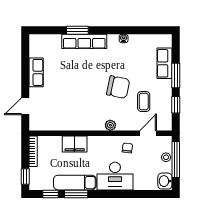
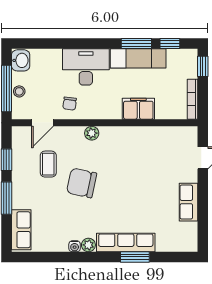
plant: (113, 40) -> (88, 245), added
row of seats: (164, 63) -> (21, 230), moved

